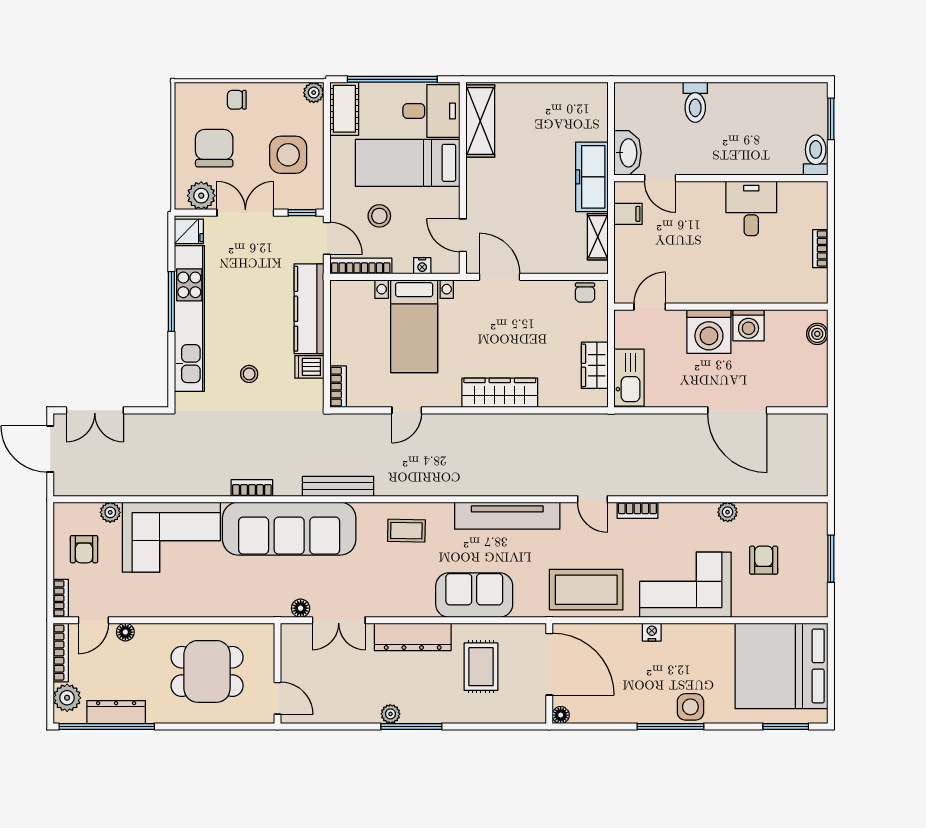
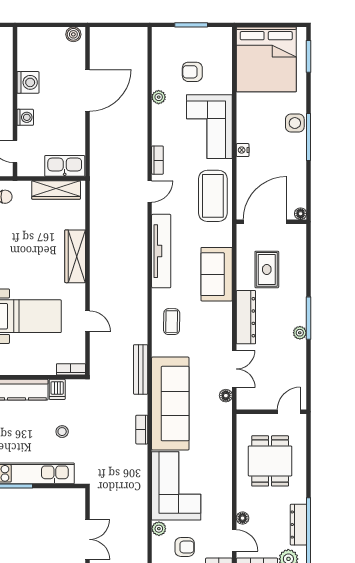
washing machine: (709, 331) -> (25, 117), width x0.53, depth x0.53
boiler: (817, 334) -> (73, 34), moved
wardrobe: (595, 365) -> (56, 190), width x1.50
rug: (481, 667) -> (267, 269), turned 90

